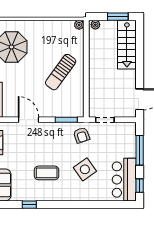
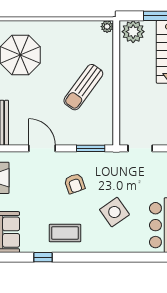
plant: (95, 25) -> (133, 32), width x1.88, depth x1.88
armchair: (82, 135) -> (75, 183), moved
coffee table: (47, 173) -> (65, 233), moved

